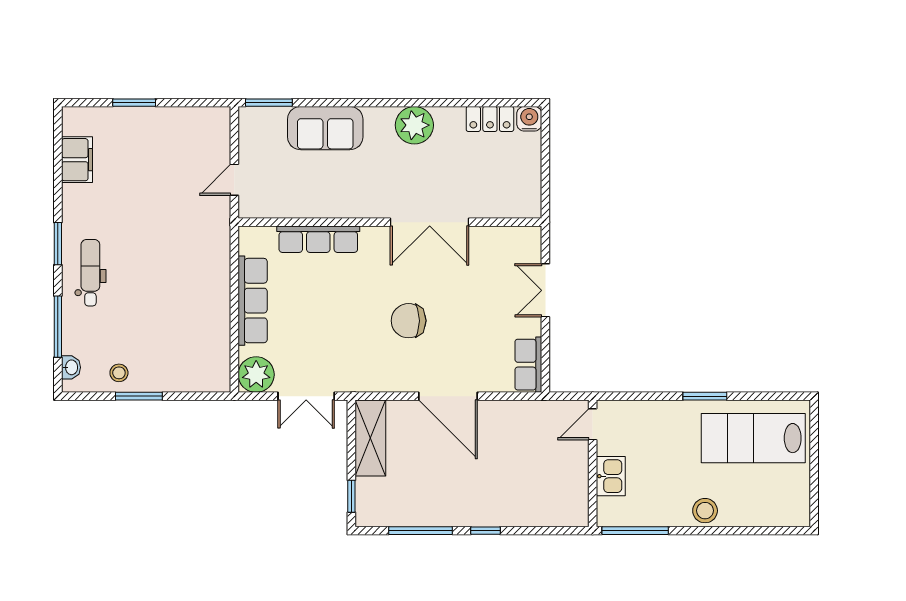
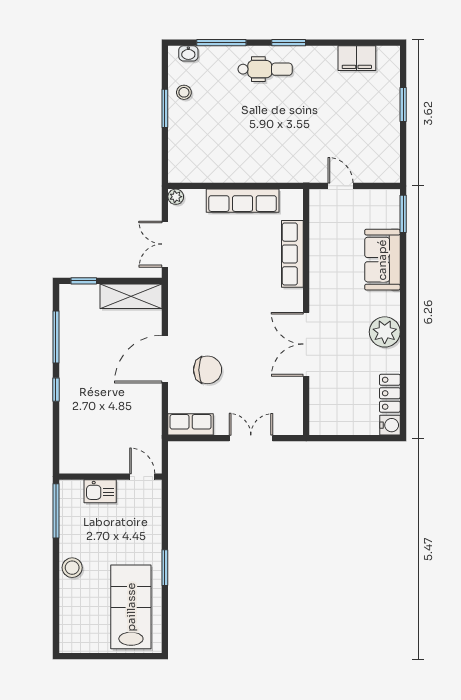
chair: (409, 321) -> (208, 370), moved, turned 90
plant: (256, 375) -> (176, 197), width x0.53, depth x0.53

